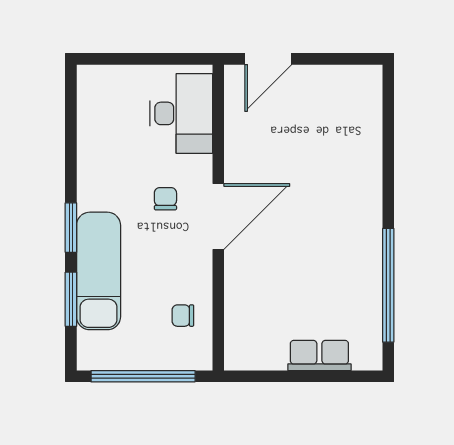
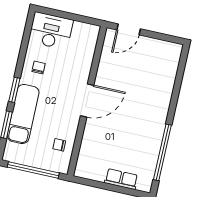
desk: (181, 113) -> (51, 31), moved, turned -90
chair: (165, 199) -> (39, 68), moved

